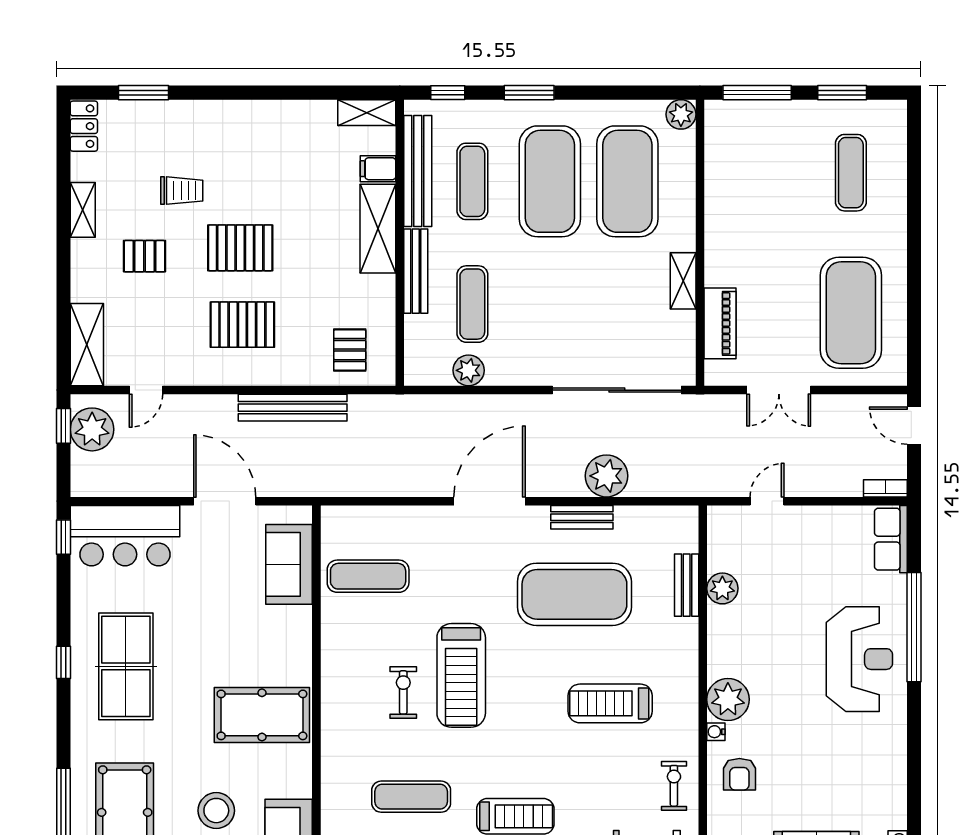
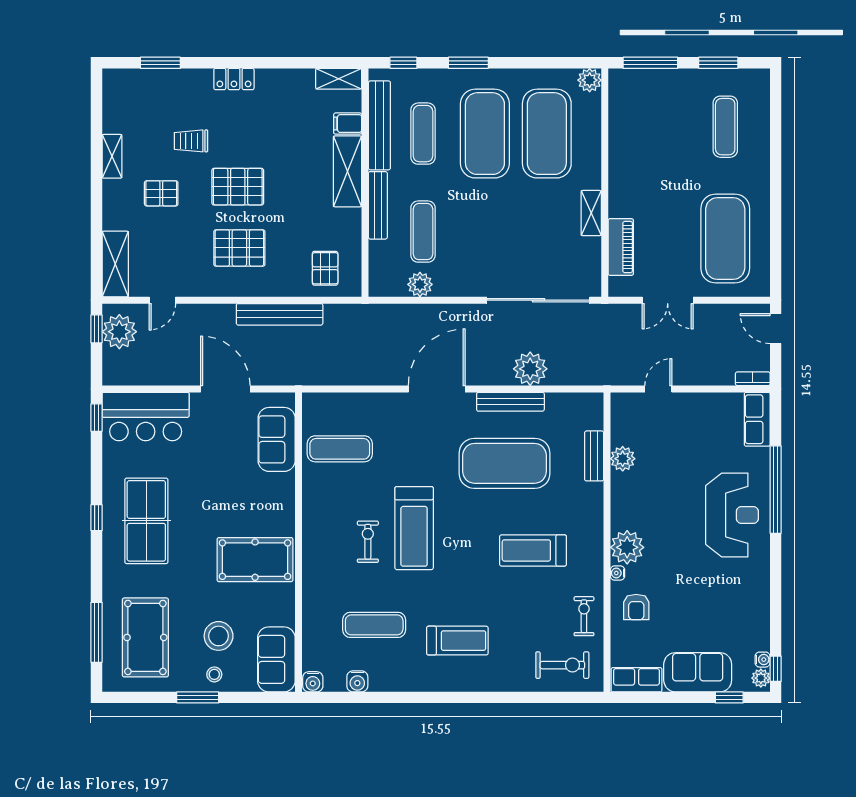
locker: (84, 126) -> (234, 79), moved, turned 90
trolley: (182, 191) -> (191, 141), turned 180
bench: (582, 517) -> (510, 402), width x1.36

